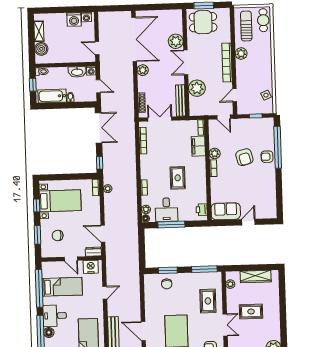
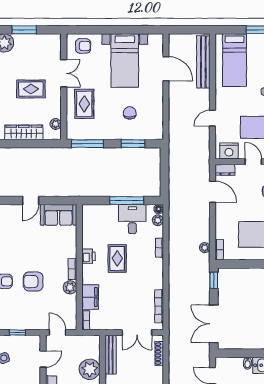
armchair: (244, 157) -> (33, 282), turned -75
printer: (202, 210) -> (88, 256), moved
chair: (167, 284) -> (130, 113), moved
double door: (225, 325) -> (64, 73), swing flipped

